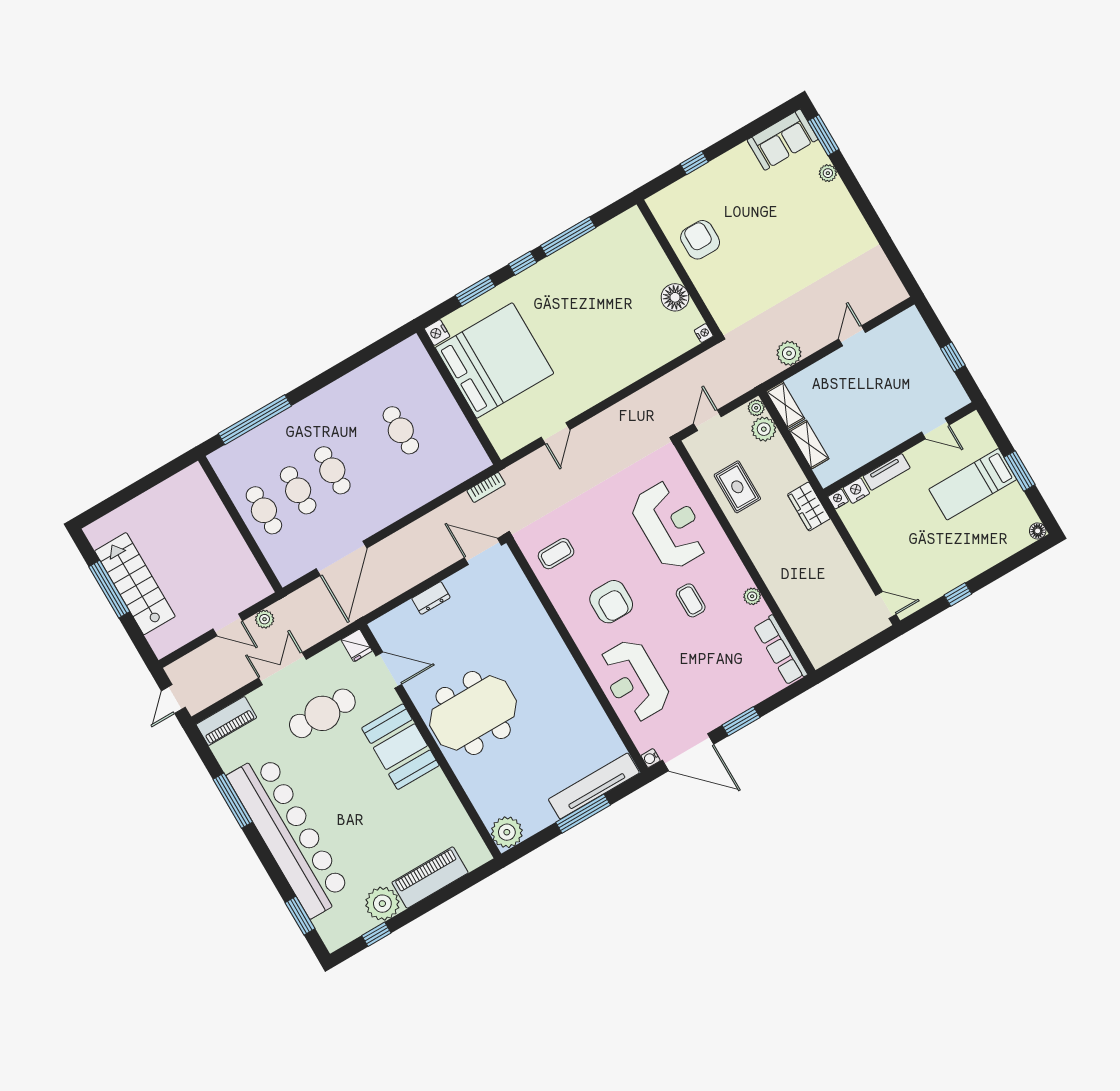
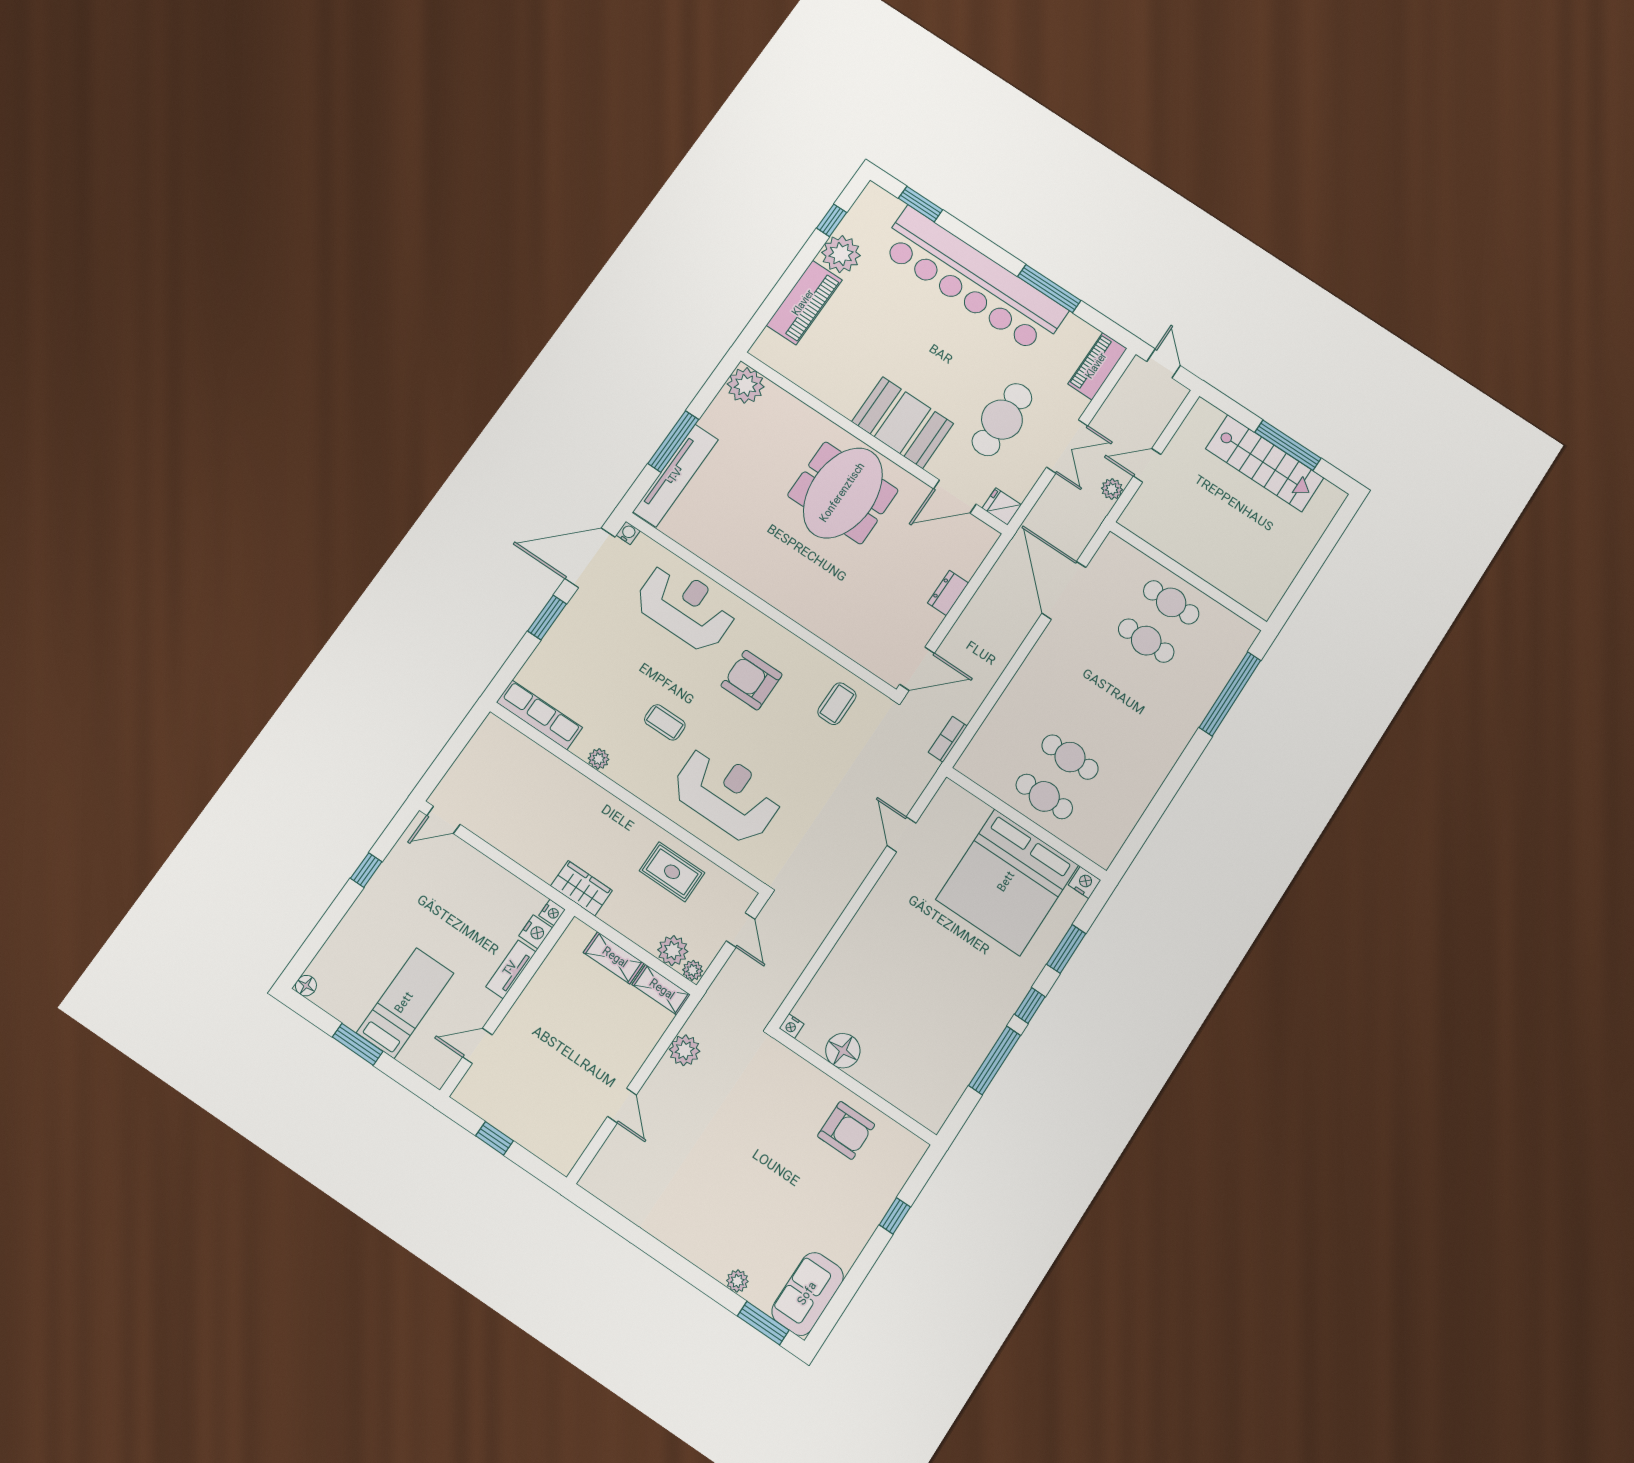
cafe table: (332, 470) -> (1044, 796), moved
reception desk: (670, 525) -> (727, 794), turned 180

